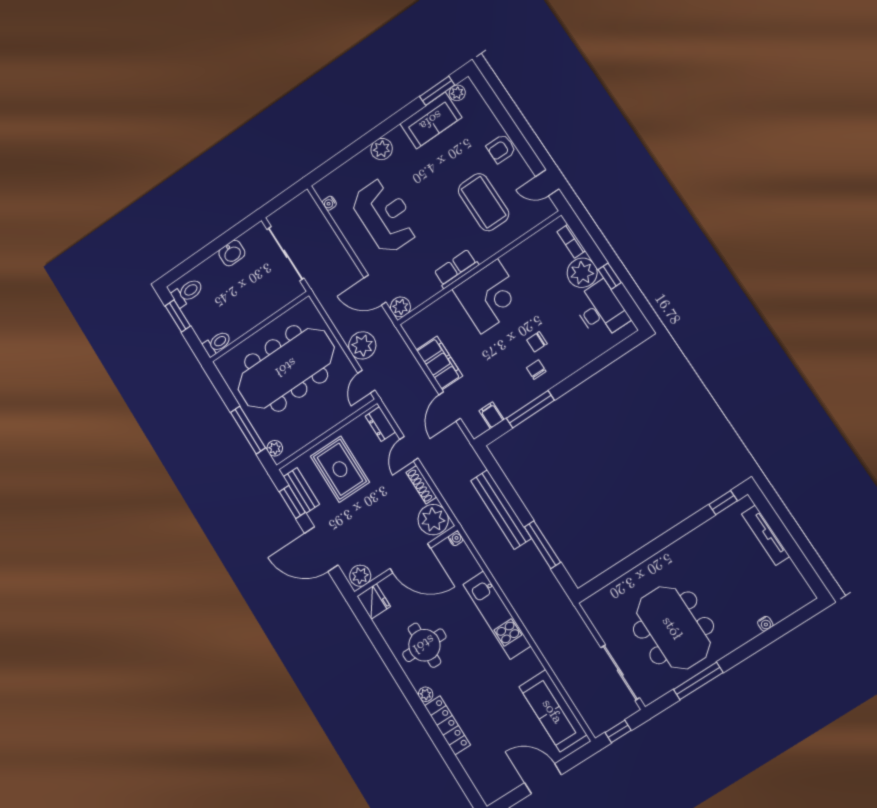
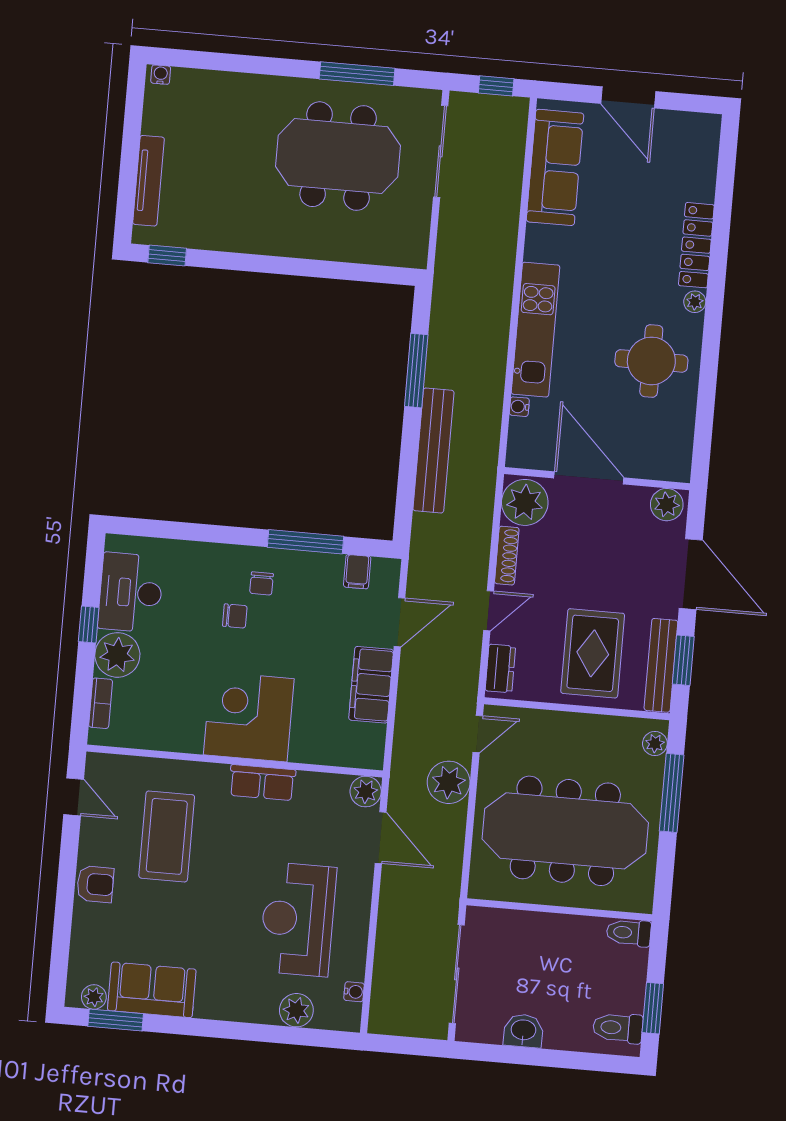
plant: (382, 149) -> (296, 1010), moved
bench: (301, 490) -> (661, 665), width x1.36
water cooler: (456, 538) -> (519, 407), moved
fridge: (374, 601) -> (674, 461), removed
water cooler: (765, 624) -> (161, 75), moved
meeting table: (673, 628) -> (338, 156), turned 90

